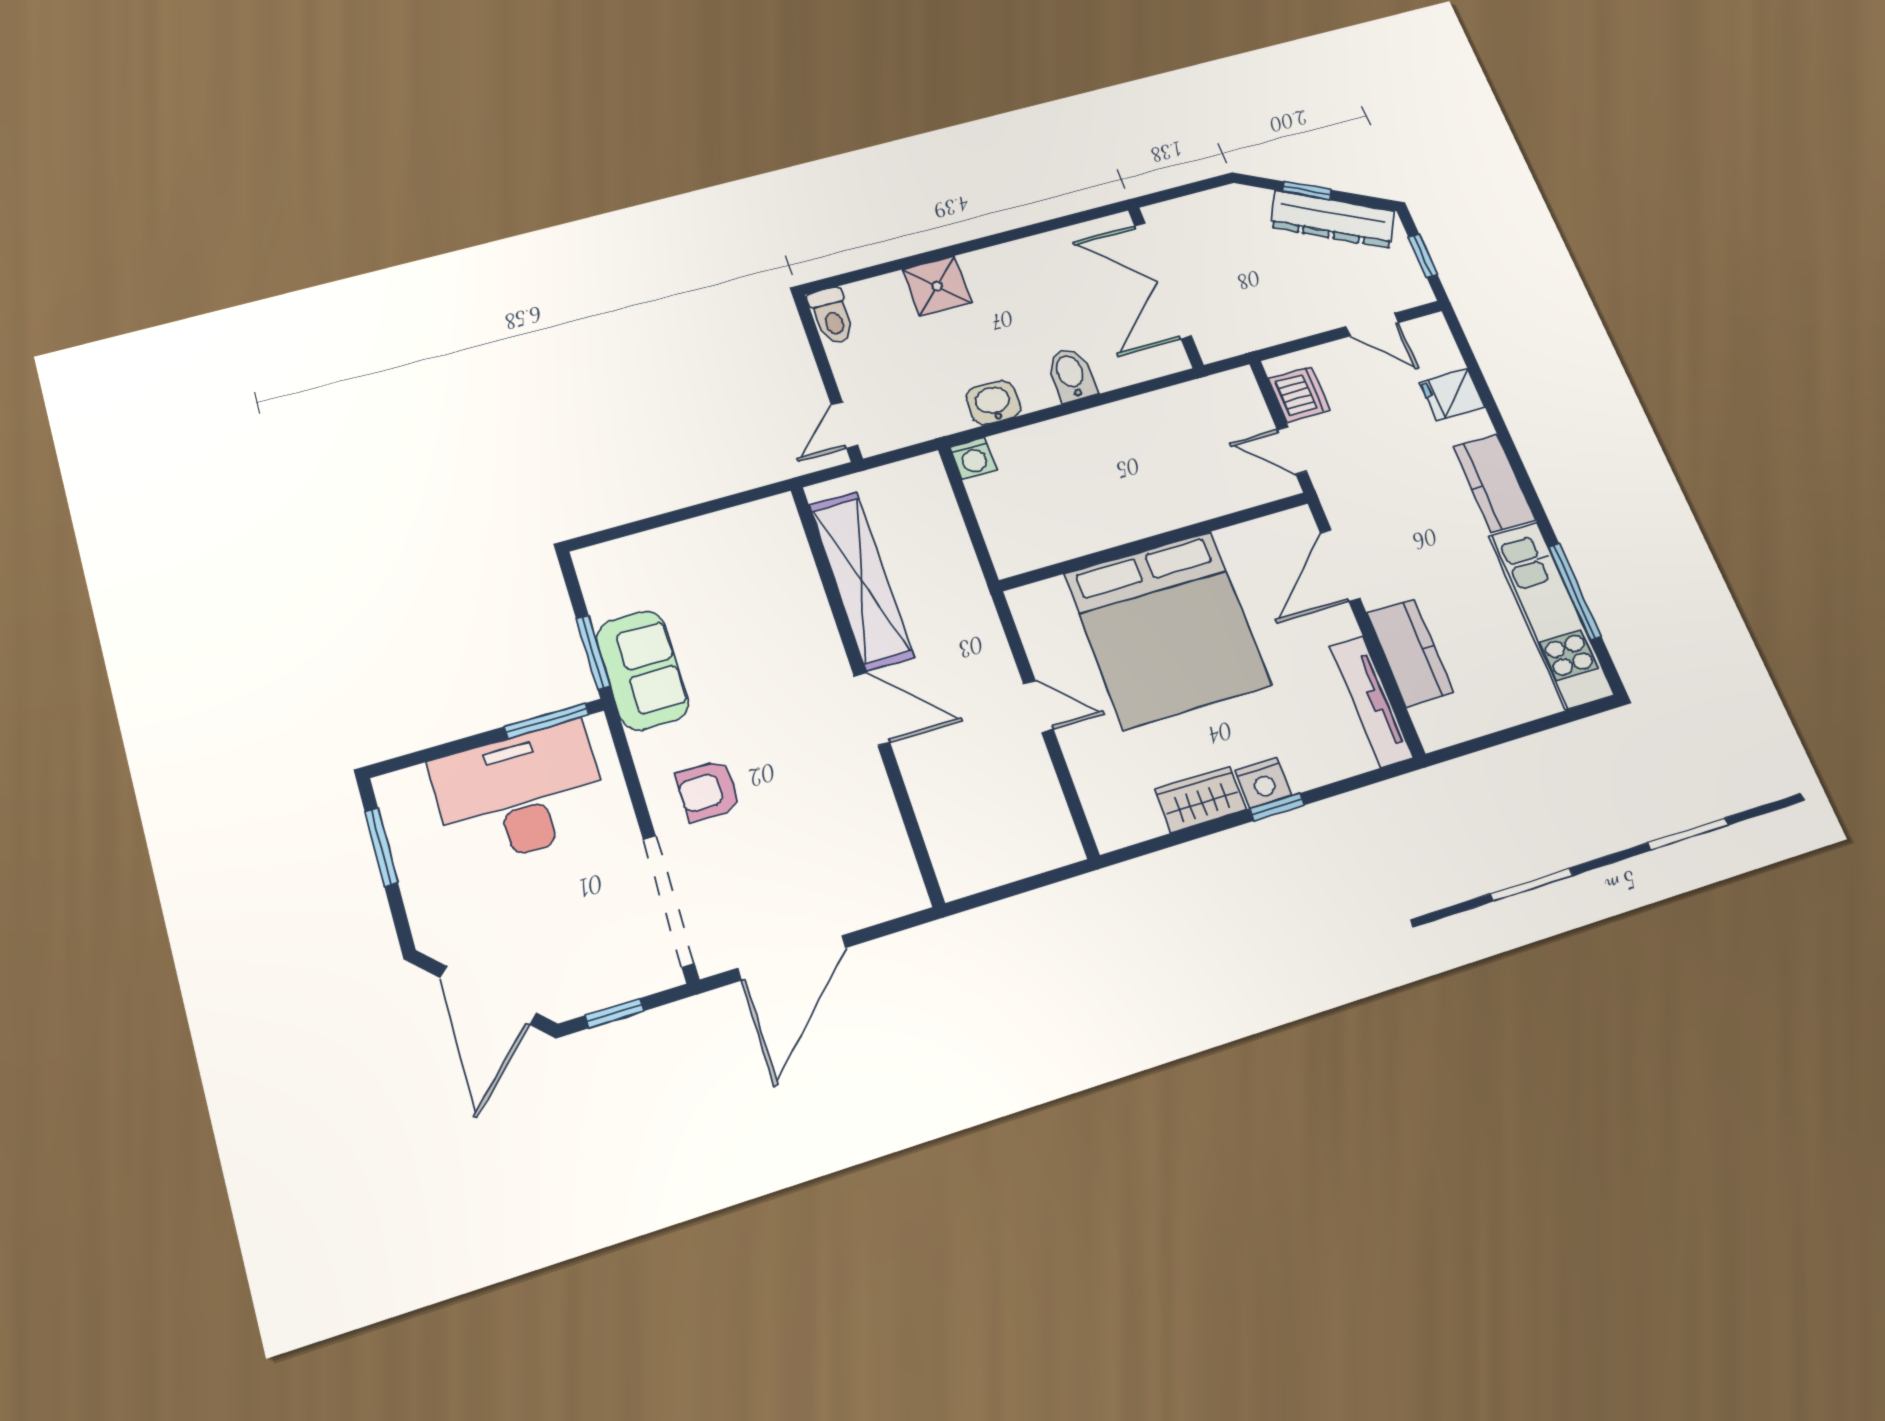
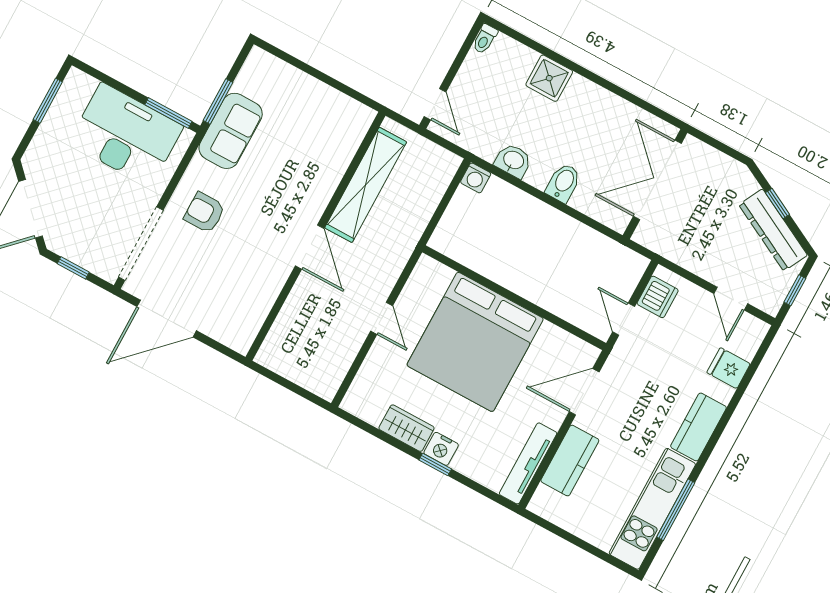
toilet: (832, 316) -> (485, 39), width x0.73, depth x0.72
door: (844, 425) -> (435, 104), swing flipped

